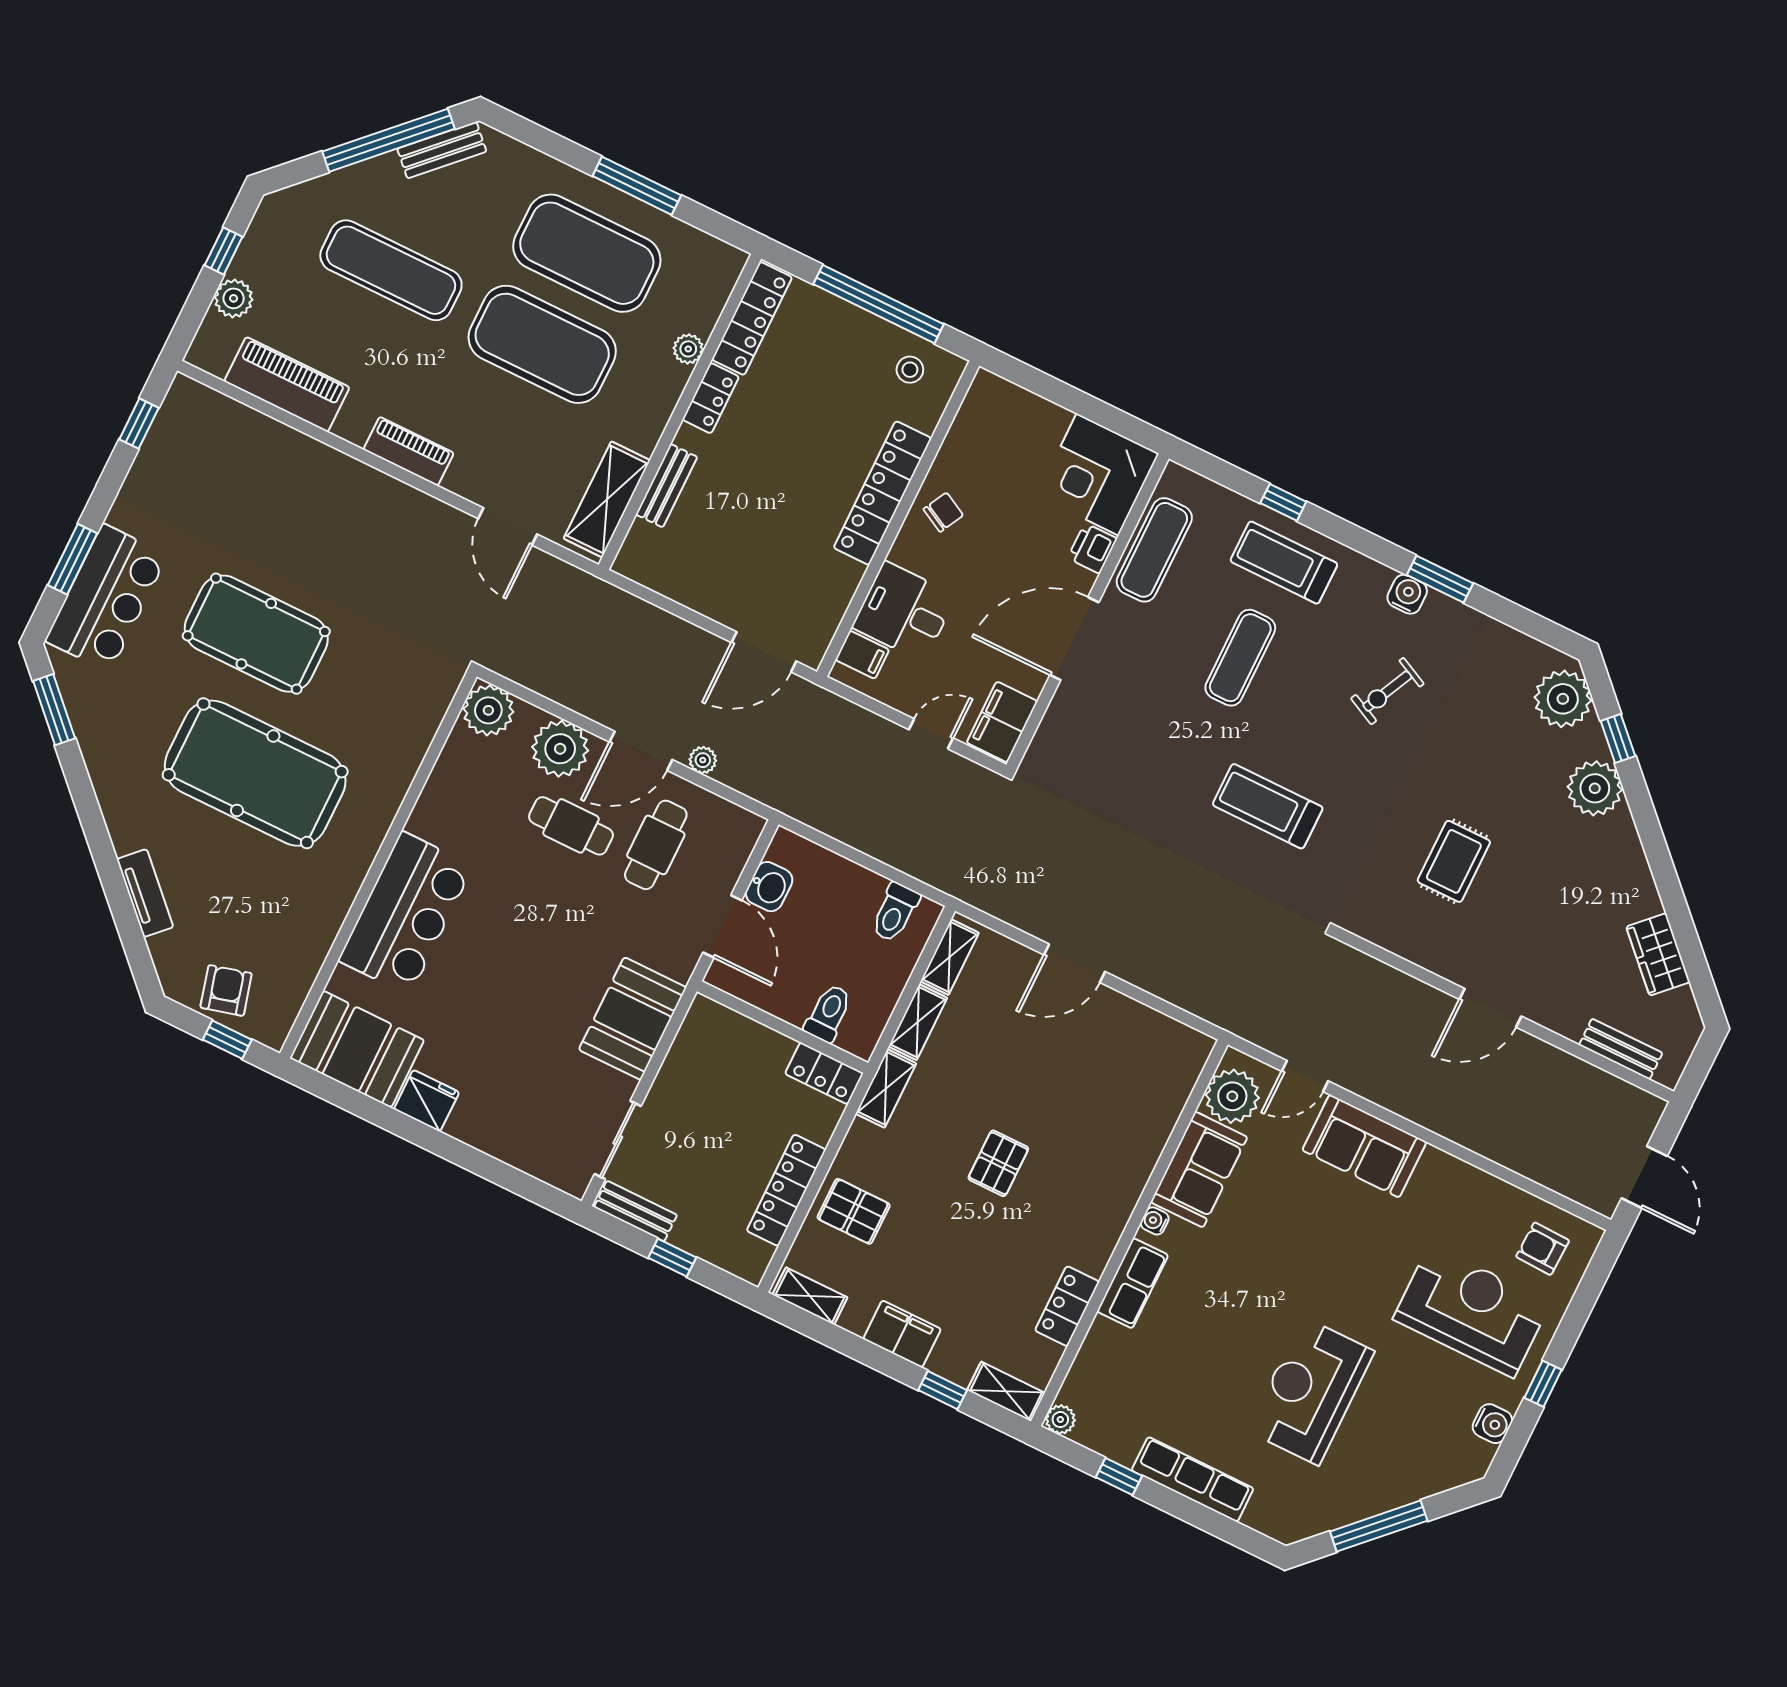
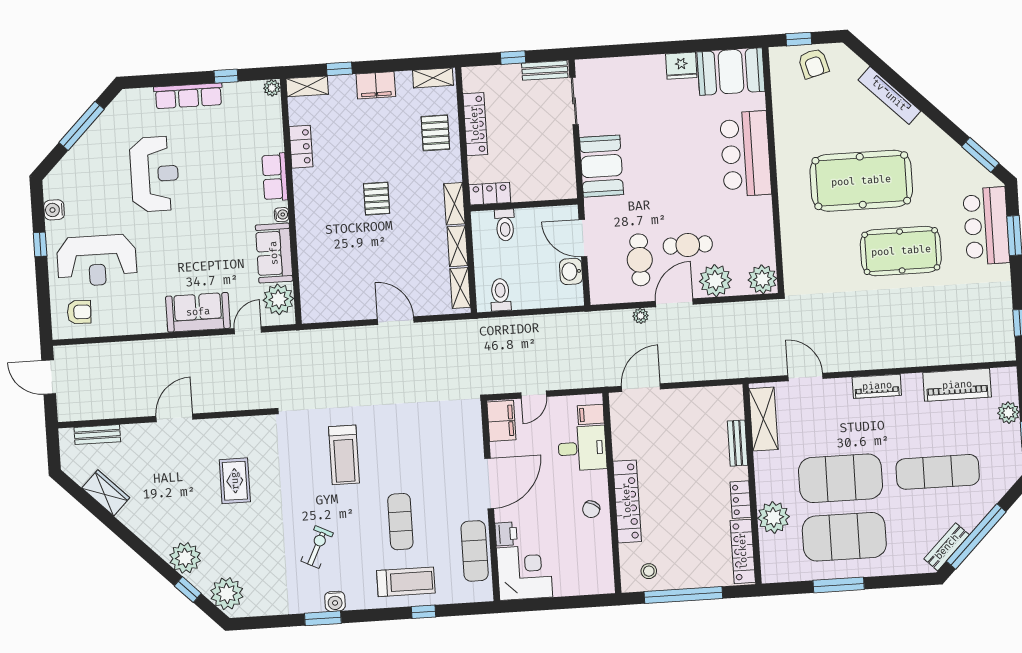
plant: (688, 349) -> (773, 517), width x1.88, depth x1.88
treadmill: (1268, 806) -> (344, 455), turned 90
tv unit: (145, 893) -> (889, 95), width x1.41
door: (1074, 963) -> (396, 321), hinge flipped
pallet: (854, 1211) -> (435, 133), turned 90

